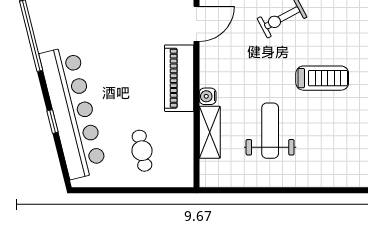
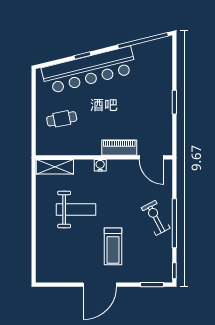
piano: (179, 78) -> (119, 148), width x0.73, depth x0.75
shelving: (210, 132) -> (55, 167), moved

